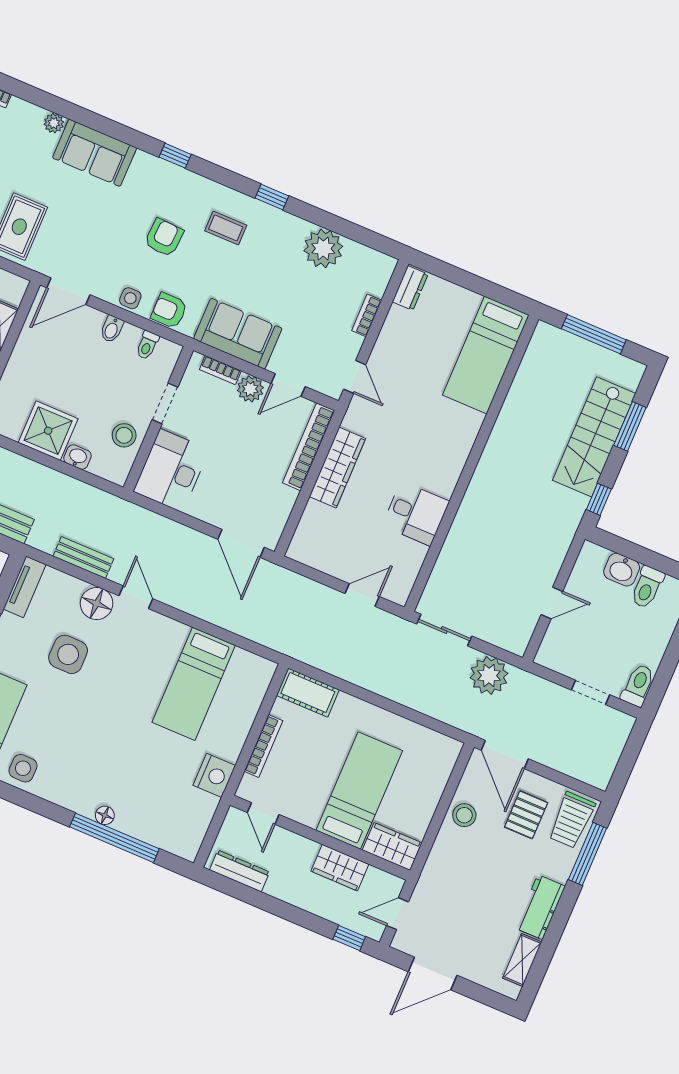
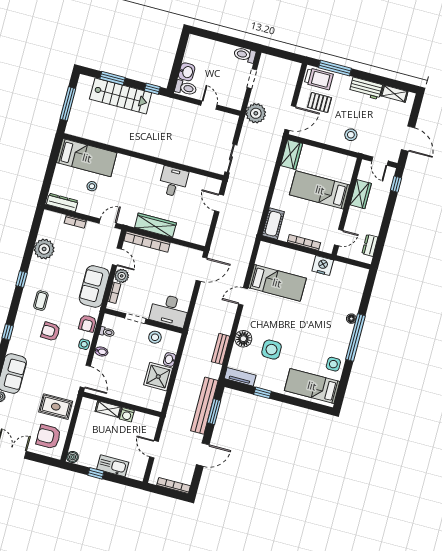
dresser: (410, 288) -> (62, 203), width x1.44
stool: (430, 357) -> (92, 186), added
toilet: (647, 587) -> (186, 88), moved
door: (136, 597) -> (243, 296), moved
plant: (489, 676) -> (256, 113), moved
stool: (464, 815) -> (351, 135), moved
window: (114, 838) -> (355, 337), moved
wardrobe: (392, 847) -> (291, 154), moved, turned 180
dresser: (240, 871) -> (370, 245), width x0.70

